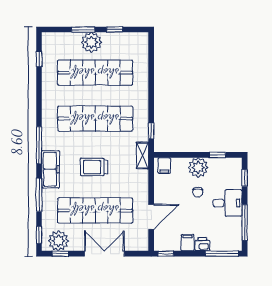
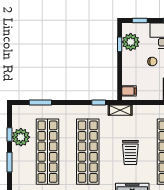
plant: (91, 42) -> (21, 137), moved
window: (151, 65) -> (40, 102), added
plant: (198, 167) -> (131, 42), moved

